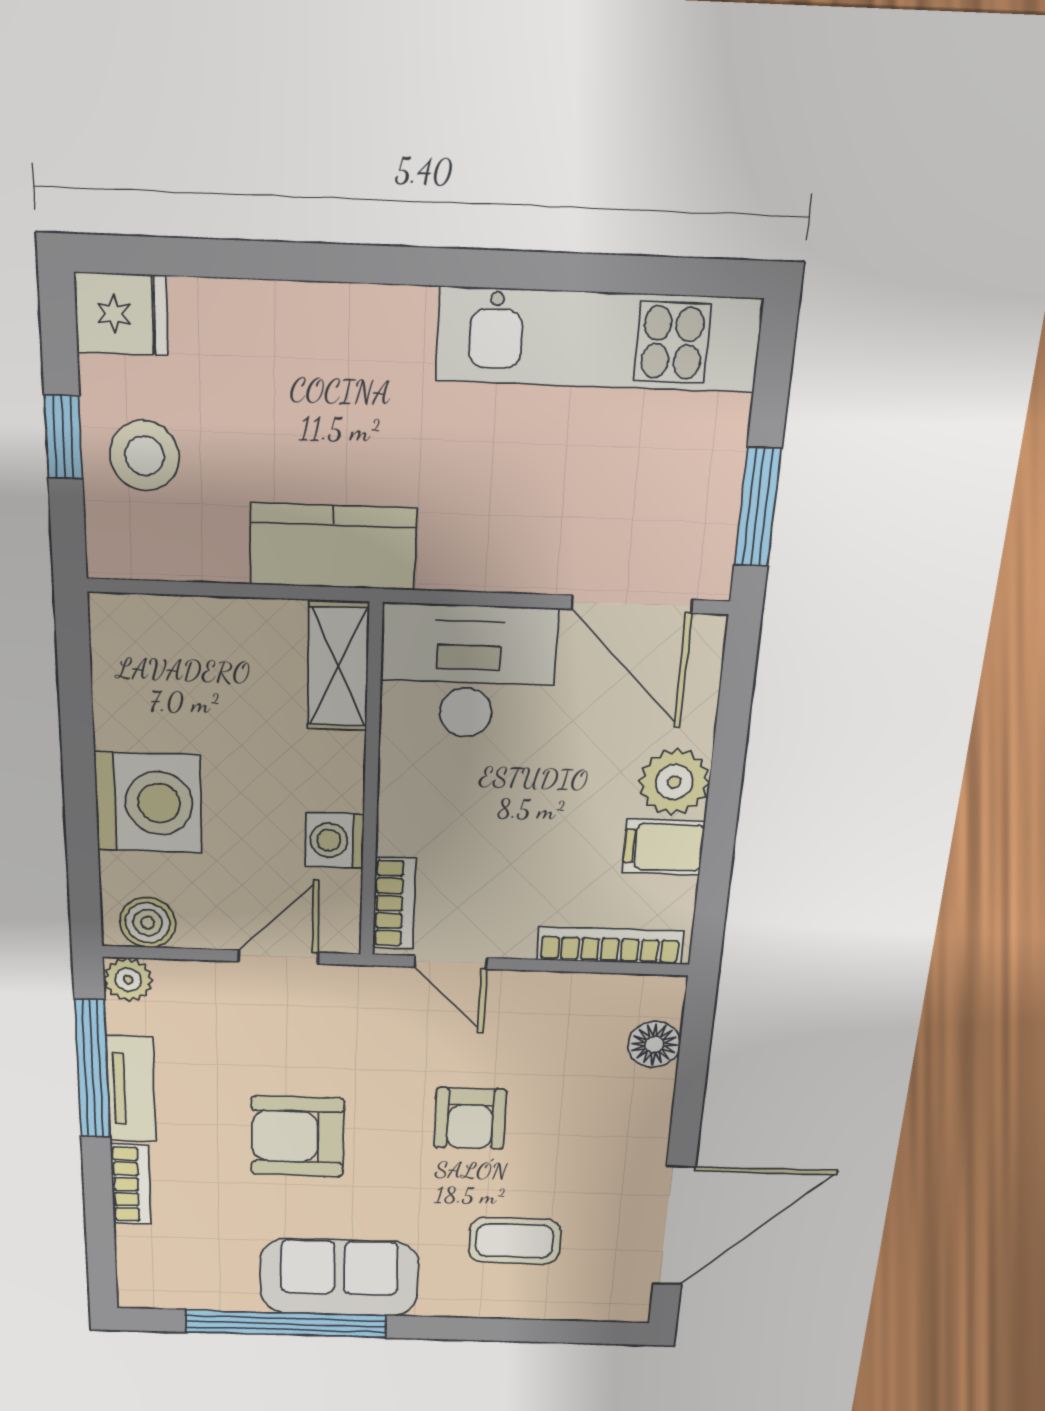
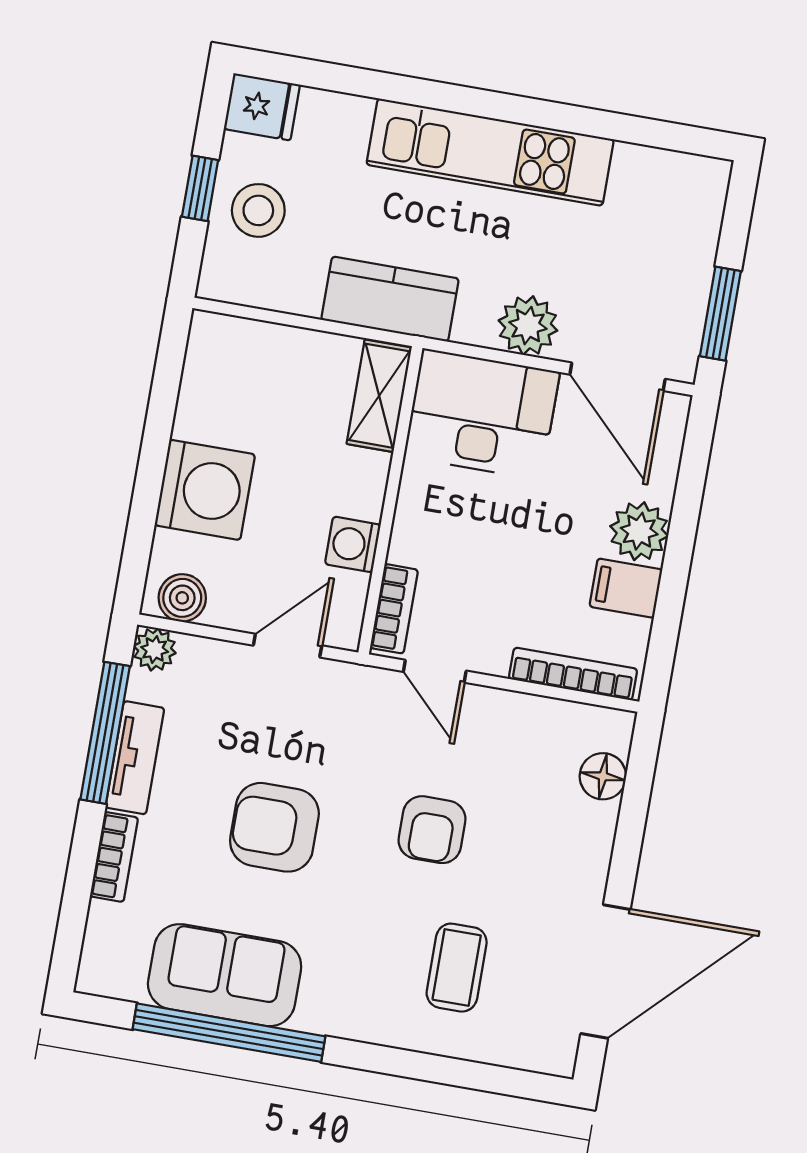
kitchen unit: (599, 340) -> (490, 152), moved
plant: (512, 556) -> (528, 326), added
coffee table: (515, 1241) -> (457, 968), turned 90
sofa: (339, 1277) -> (225, 975), moved

